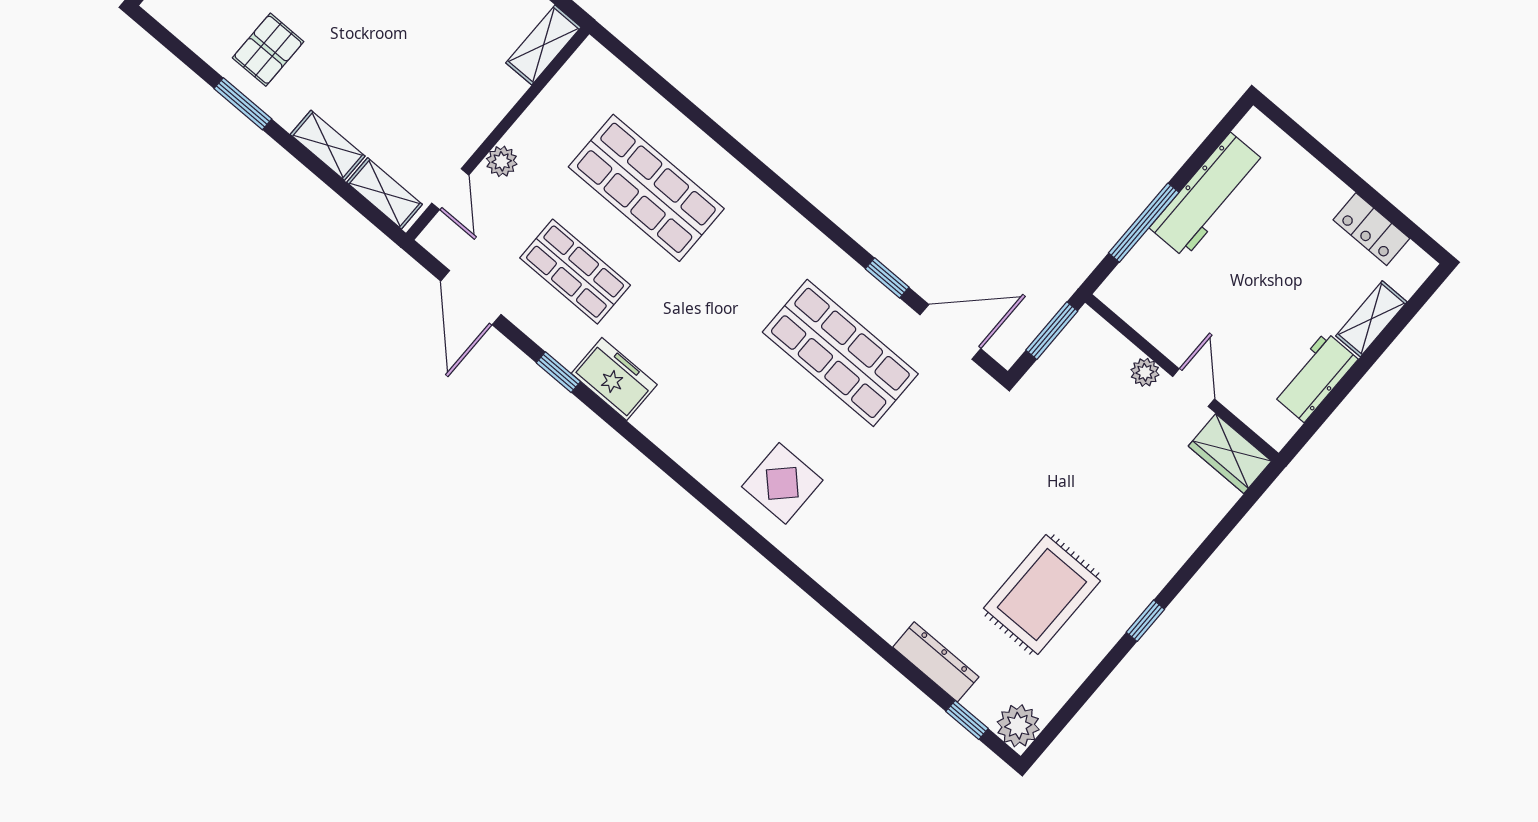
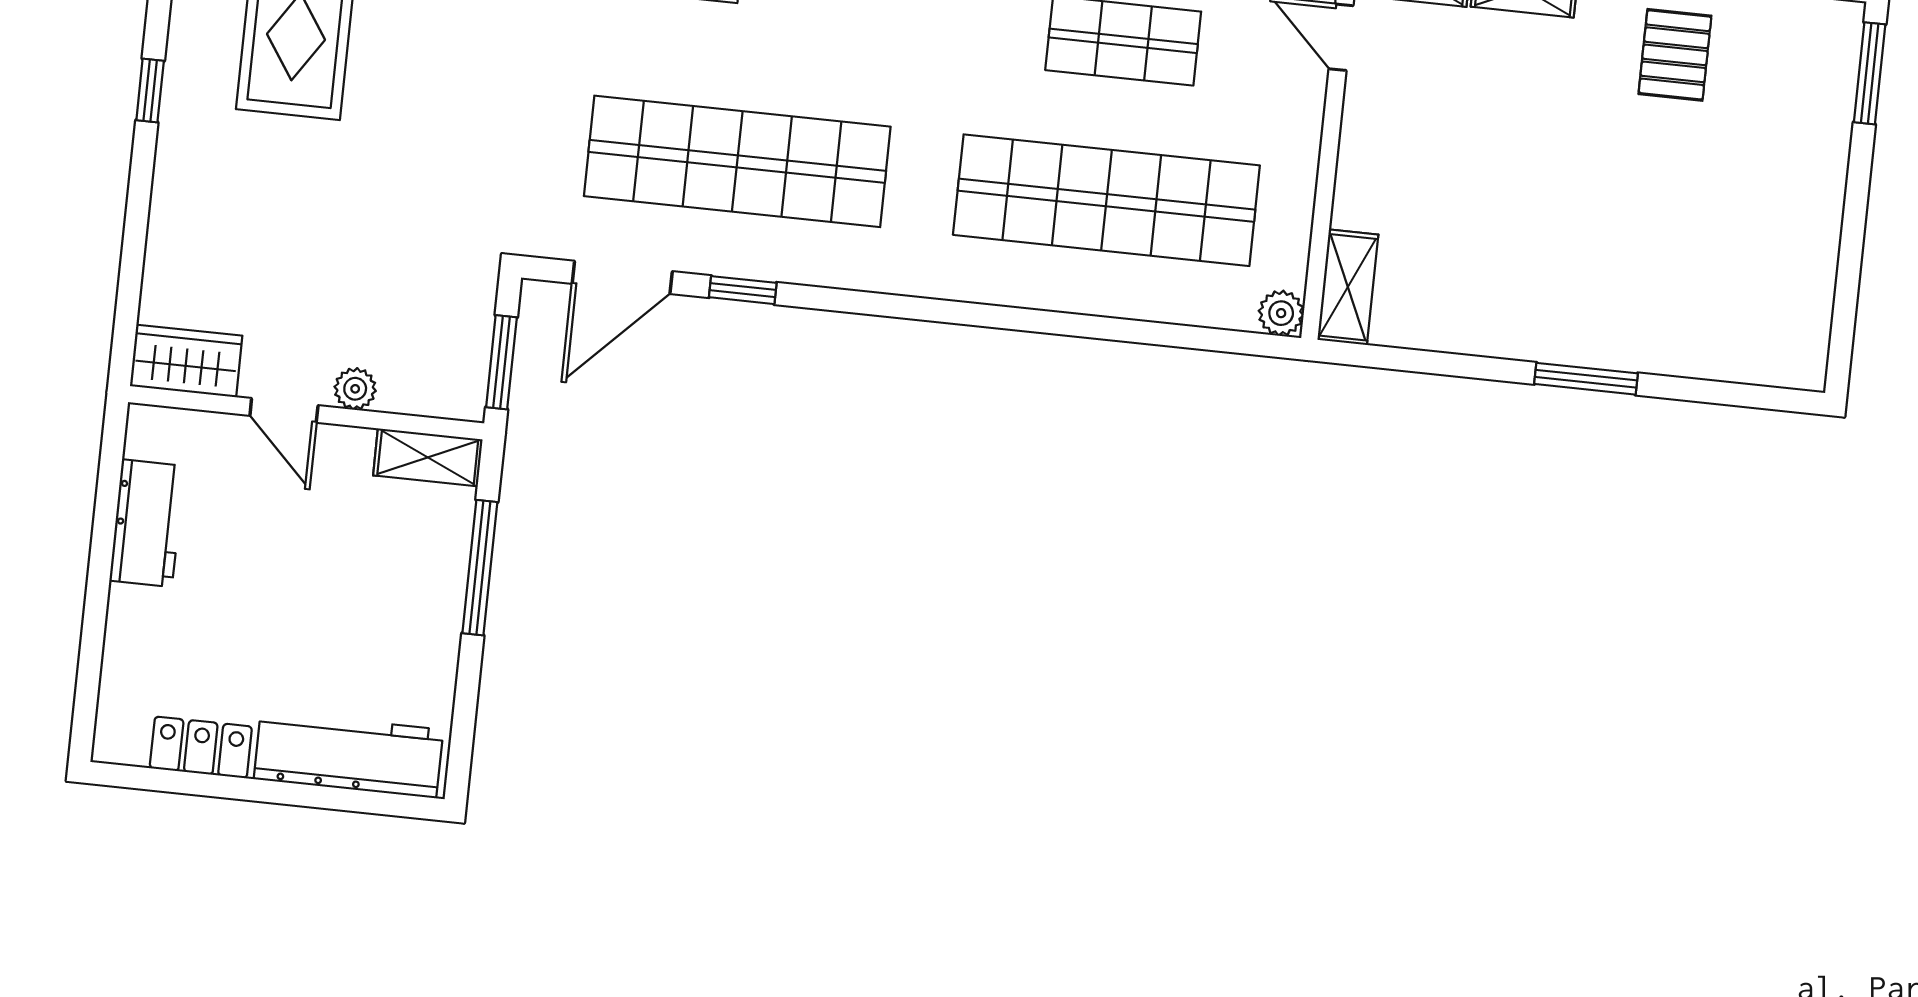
plant: (502, 161) -> (1281, 313), moved
shop shelf: (646, 188) -> (1106, 200), width x1.40
workbench: (1208, 195) -> (349, 754), moved, turned 90
shelving: (1371, 319) -> (428, 457), moved, turned 90
shop shelf: (840, 353) -> (737, 161), width x1.40

